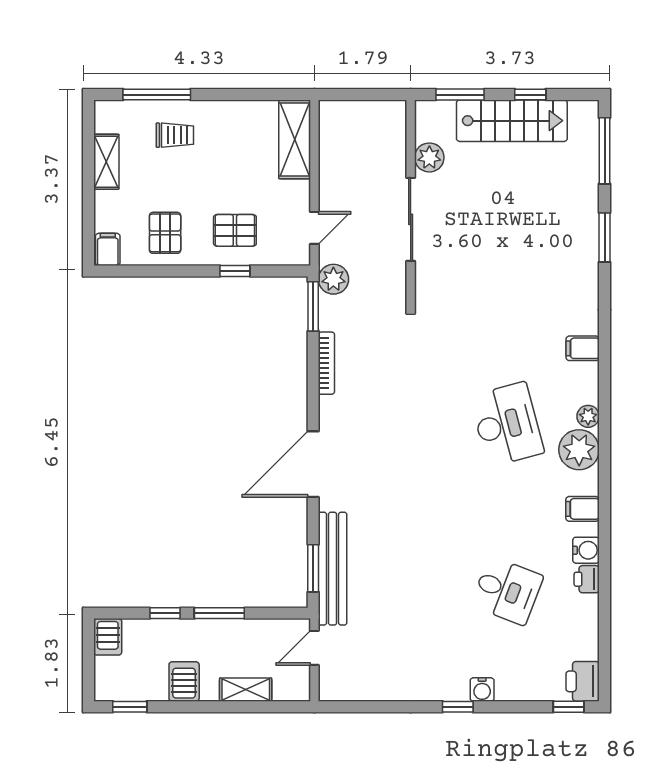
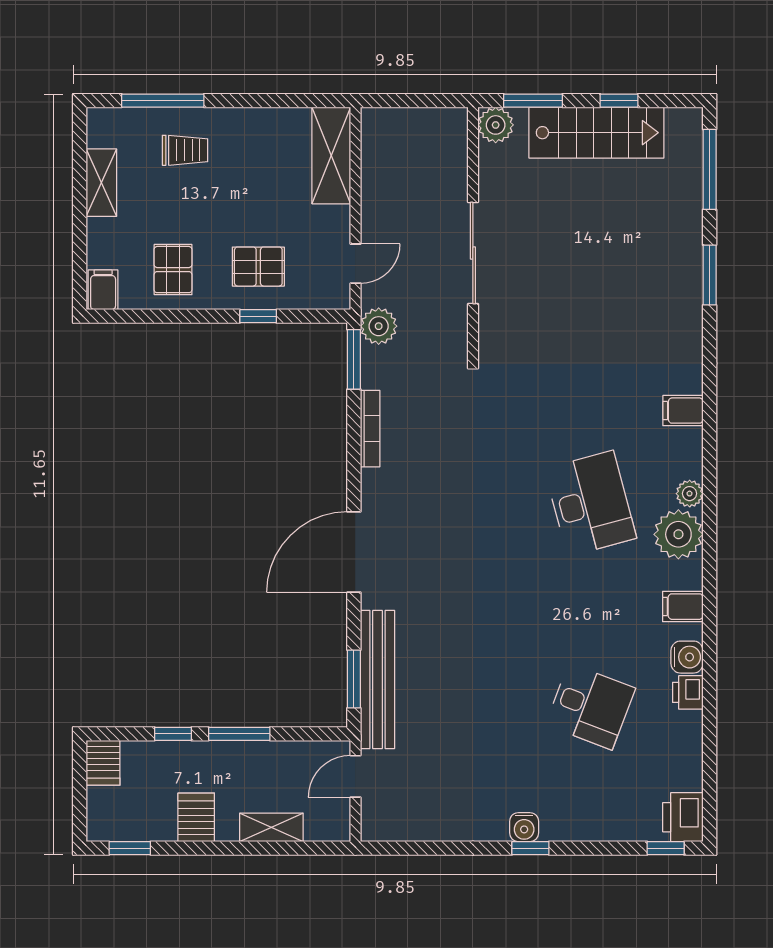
plant: (429, 157) -> (496, 125), moved
water cooler: (482, 690) -> (524, 827), moved

